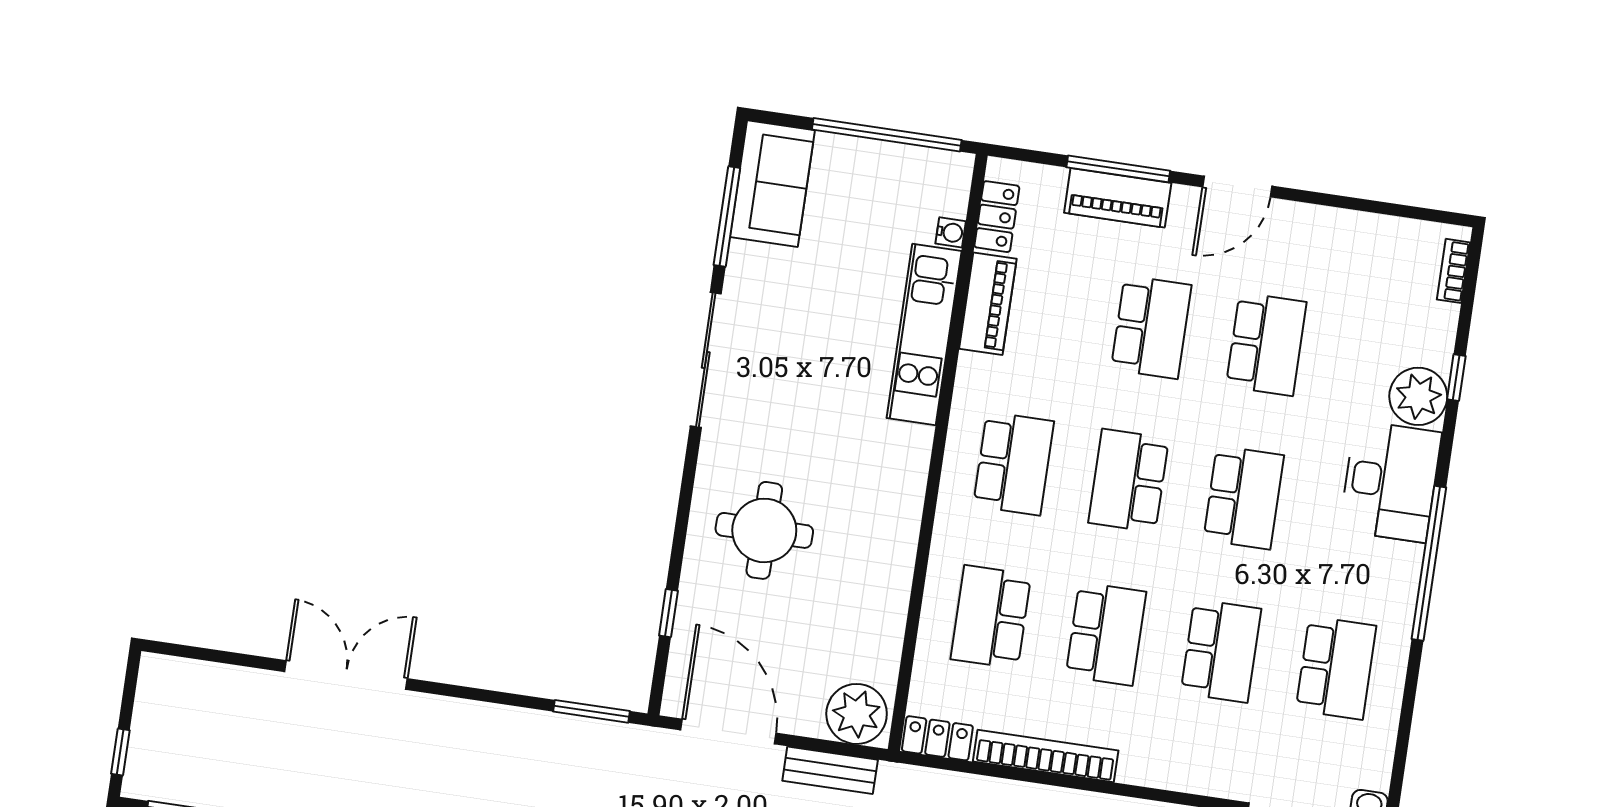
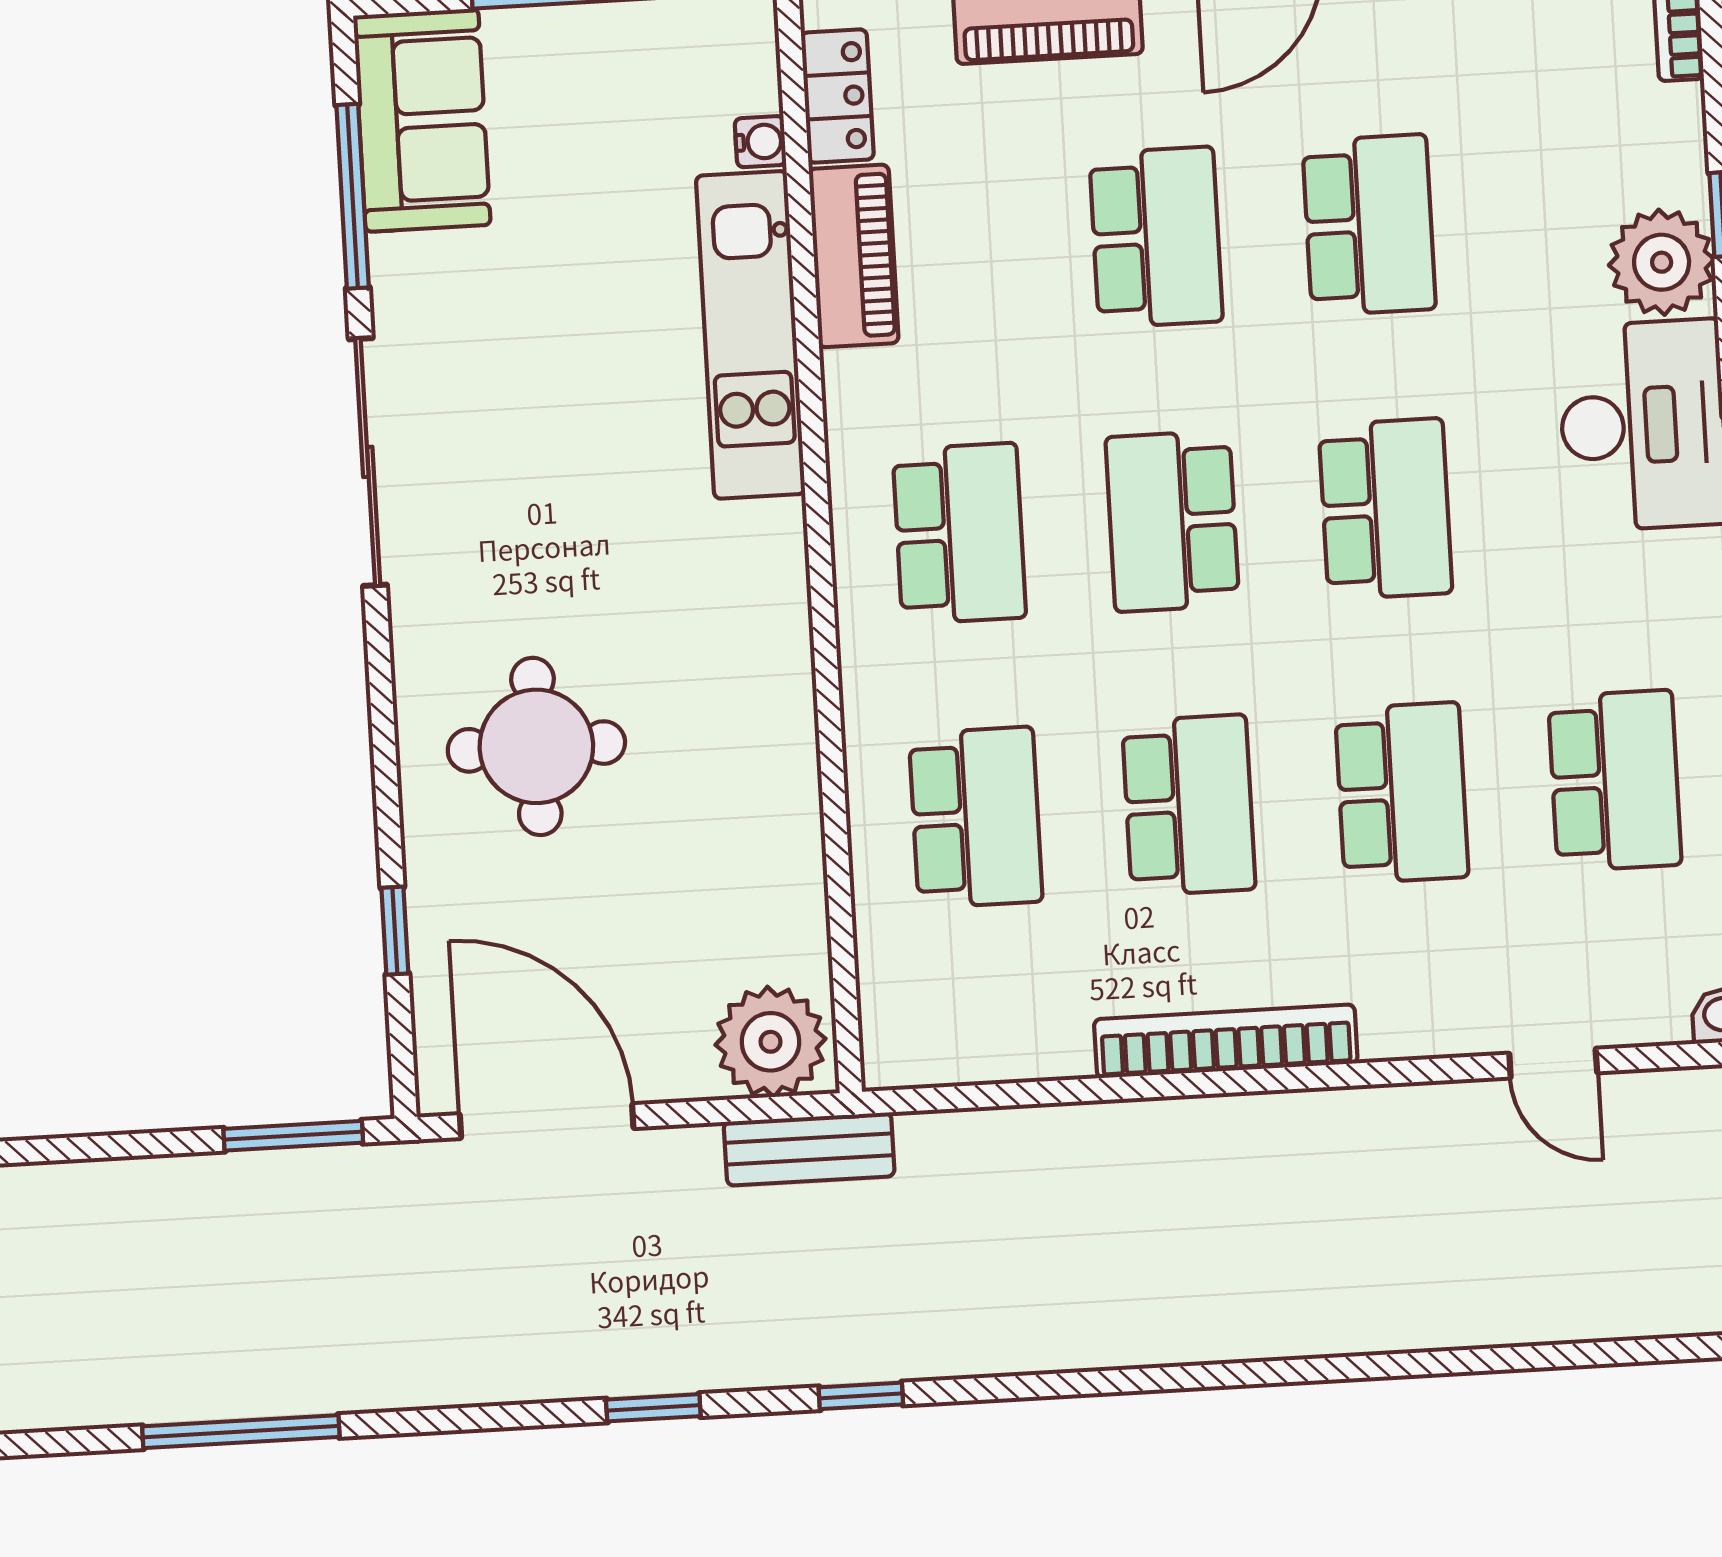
school desk: (991, 617) -> (976, 817), turned 180
locker: (937, 738) -> (925, 1055), removed
bookcase: (1046, 756) -> (1226, 1041), moved
bench: (830, 770) -> (809, 1149), moved

